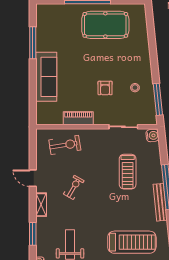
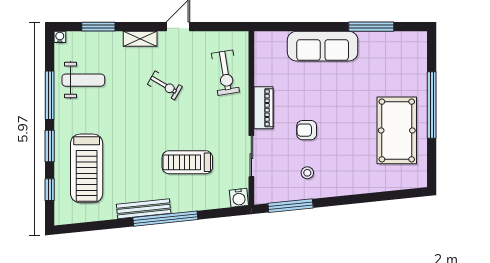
piano: (78, 118) -> (263, 108), moved

